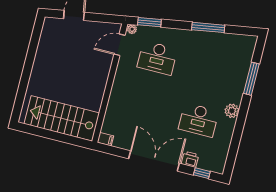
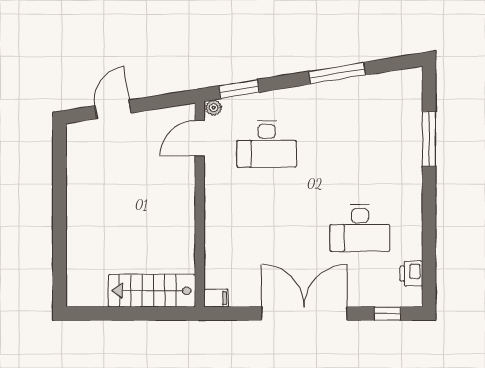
plant: (232, 111) -> (411, 199), removed
stairs: (62, 118) -> (152, 291), width x0.73, depth x0.66
printer: (190, 159) -> (411, 274), moved, turned -90

